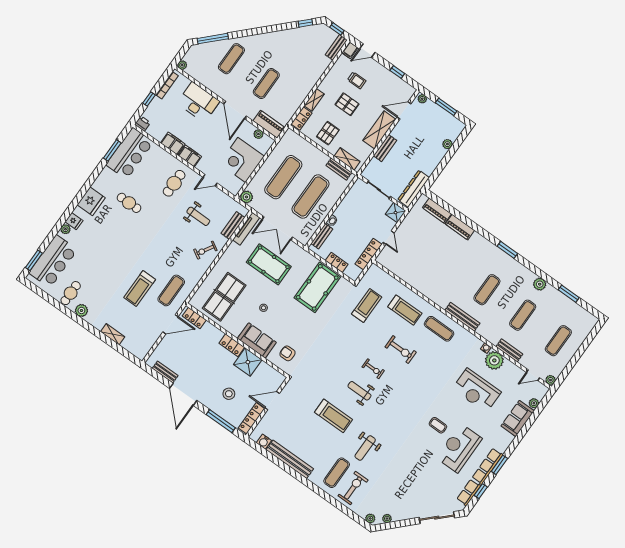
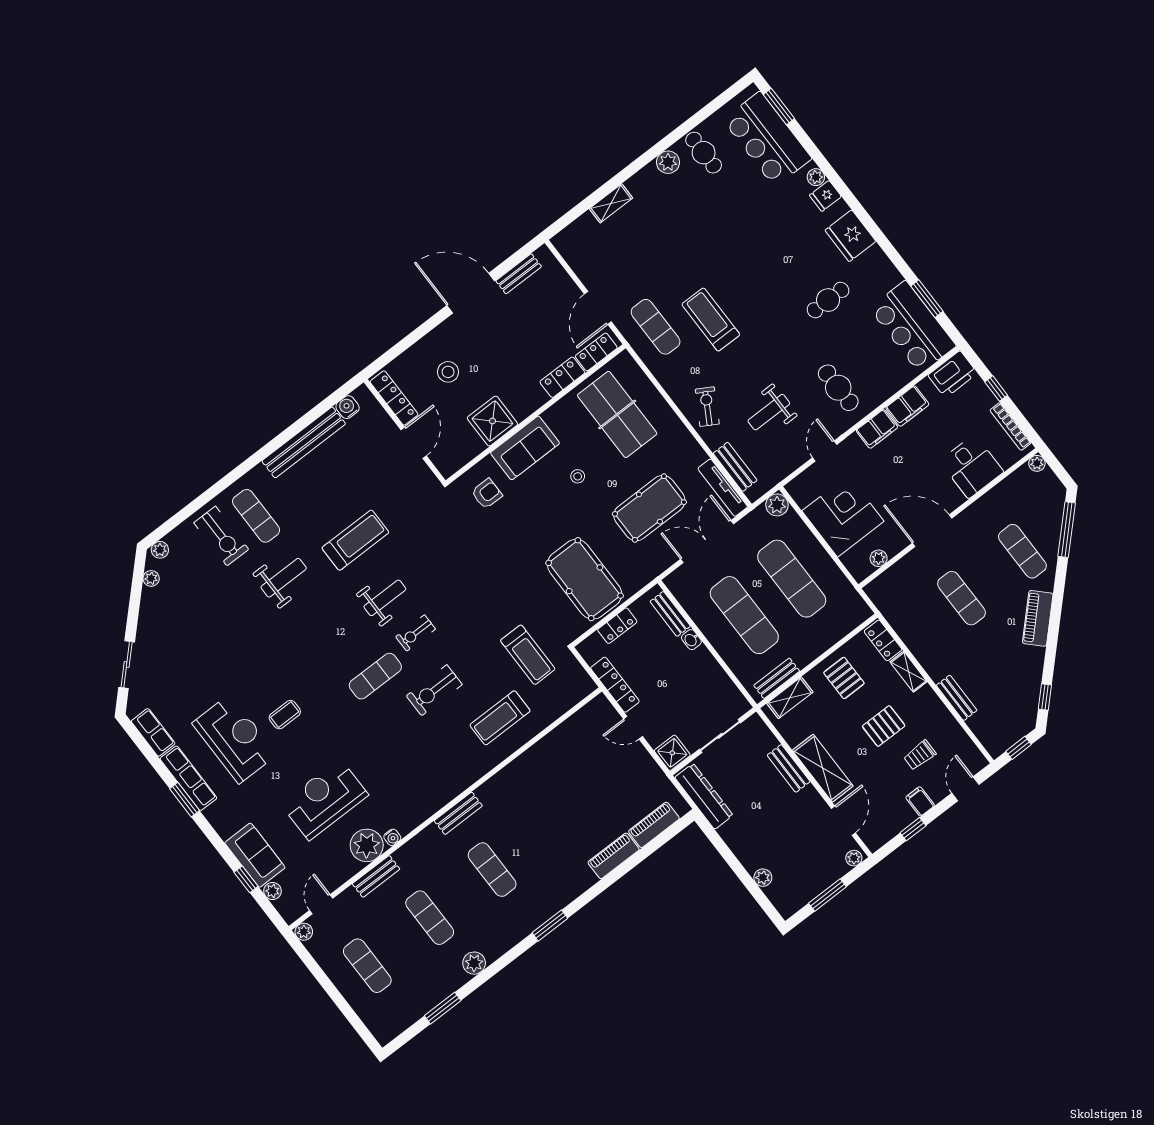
bench: (336, 47) -> (957, 698), moved
filing cabinet: (350, 50) -> (920, 801), moved
desk: (198, 102) -> (972, 466), width x0.73
printer: (143, 124) -> (953, 374), width x1.87, depth x1.48
piano: (269, 124) -> (1038, 618), moved, turned 135
treadmill: (140, 288) -> (711, 319), moved
bench: (462, 317) -> (458, 813), width x0.73
exercise mat: (439, 329) -> (375, 676), moved
locker: (232, 345) -> (562, 377), moved
treadmill: (333, 416) -> (355, 540), turned 180
window: (221, 421) -> (405, 344), removed
weight bench: (365, 448) -> (284, 578), turned 90
window: (481, 491) -> (246, 879), moved
sliding door: (437, 518) -> (127, 665), width x0.73

